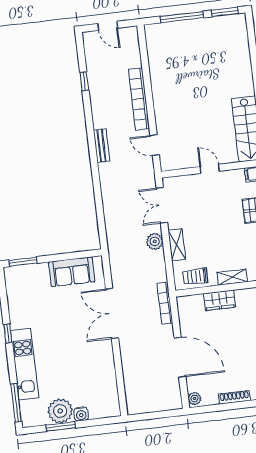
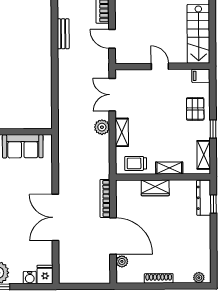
bookcase: (165, 303) -> (105, 198), moved
double door: (112, 313) -> (55, 217), moved
plant: (194, 398) -> (122, 261), moved
fridge: (111, 407) -> (45, 274), added
water cooler: (81, 414) -> (30, 278), moved

